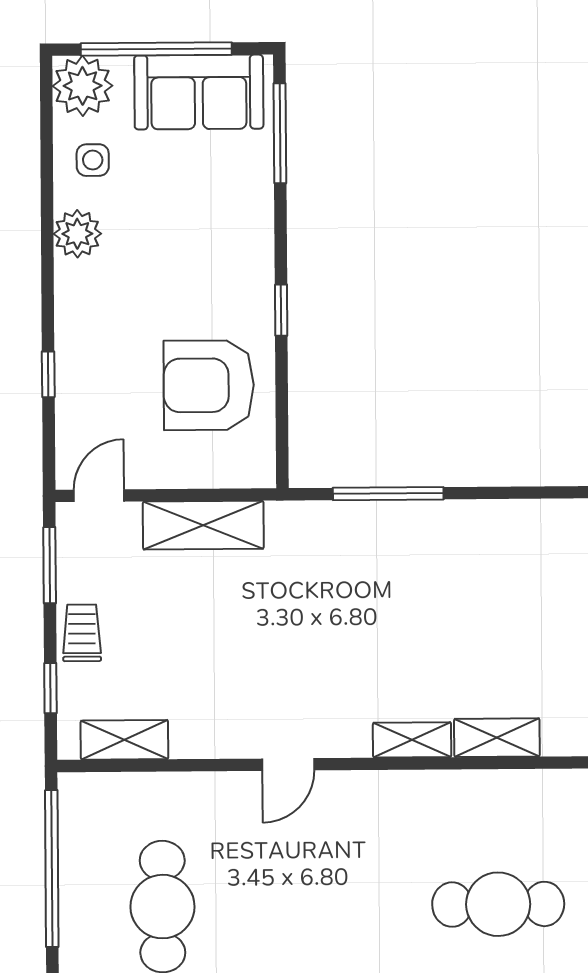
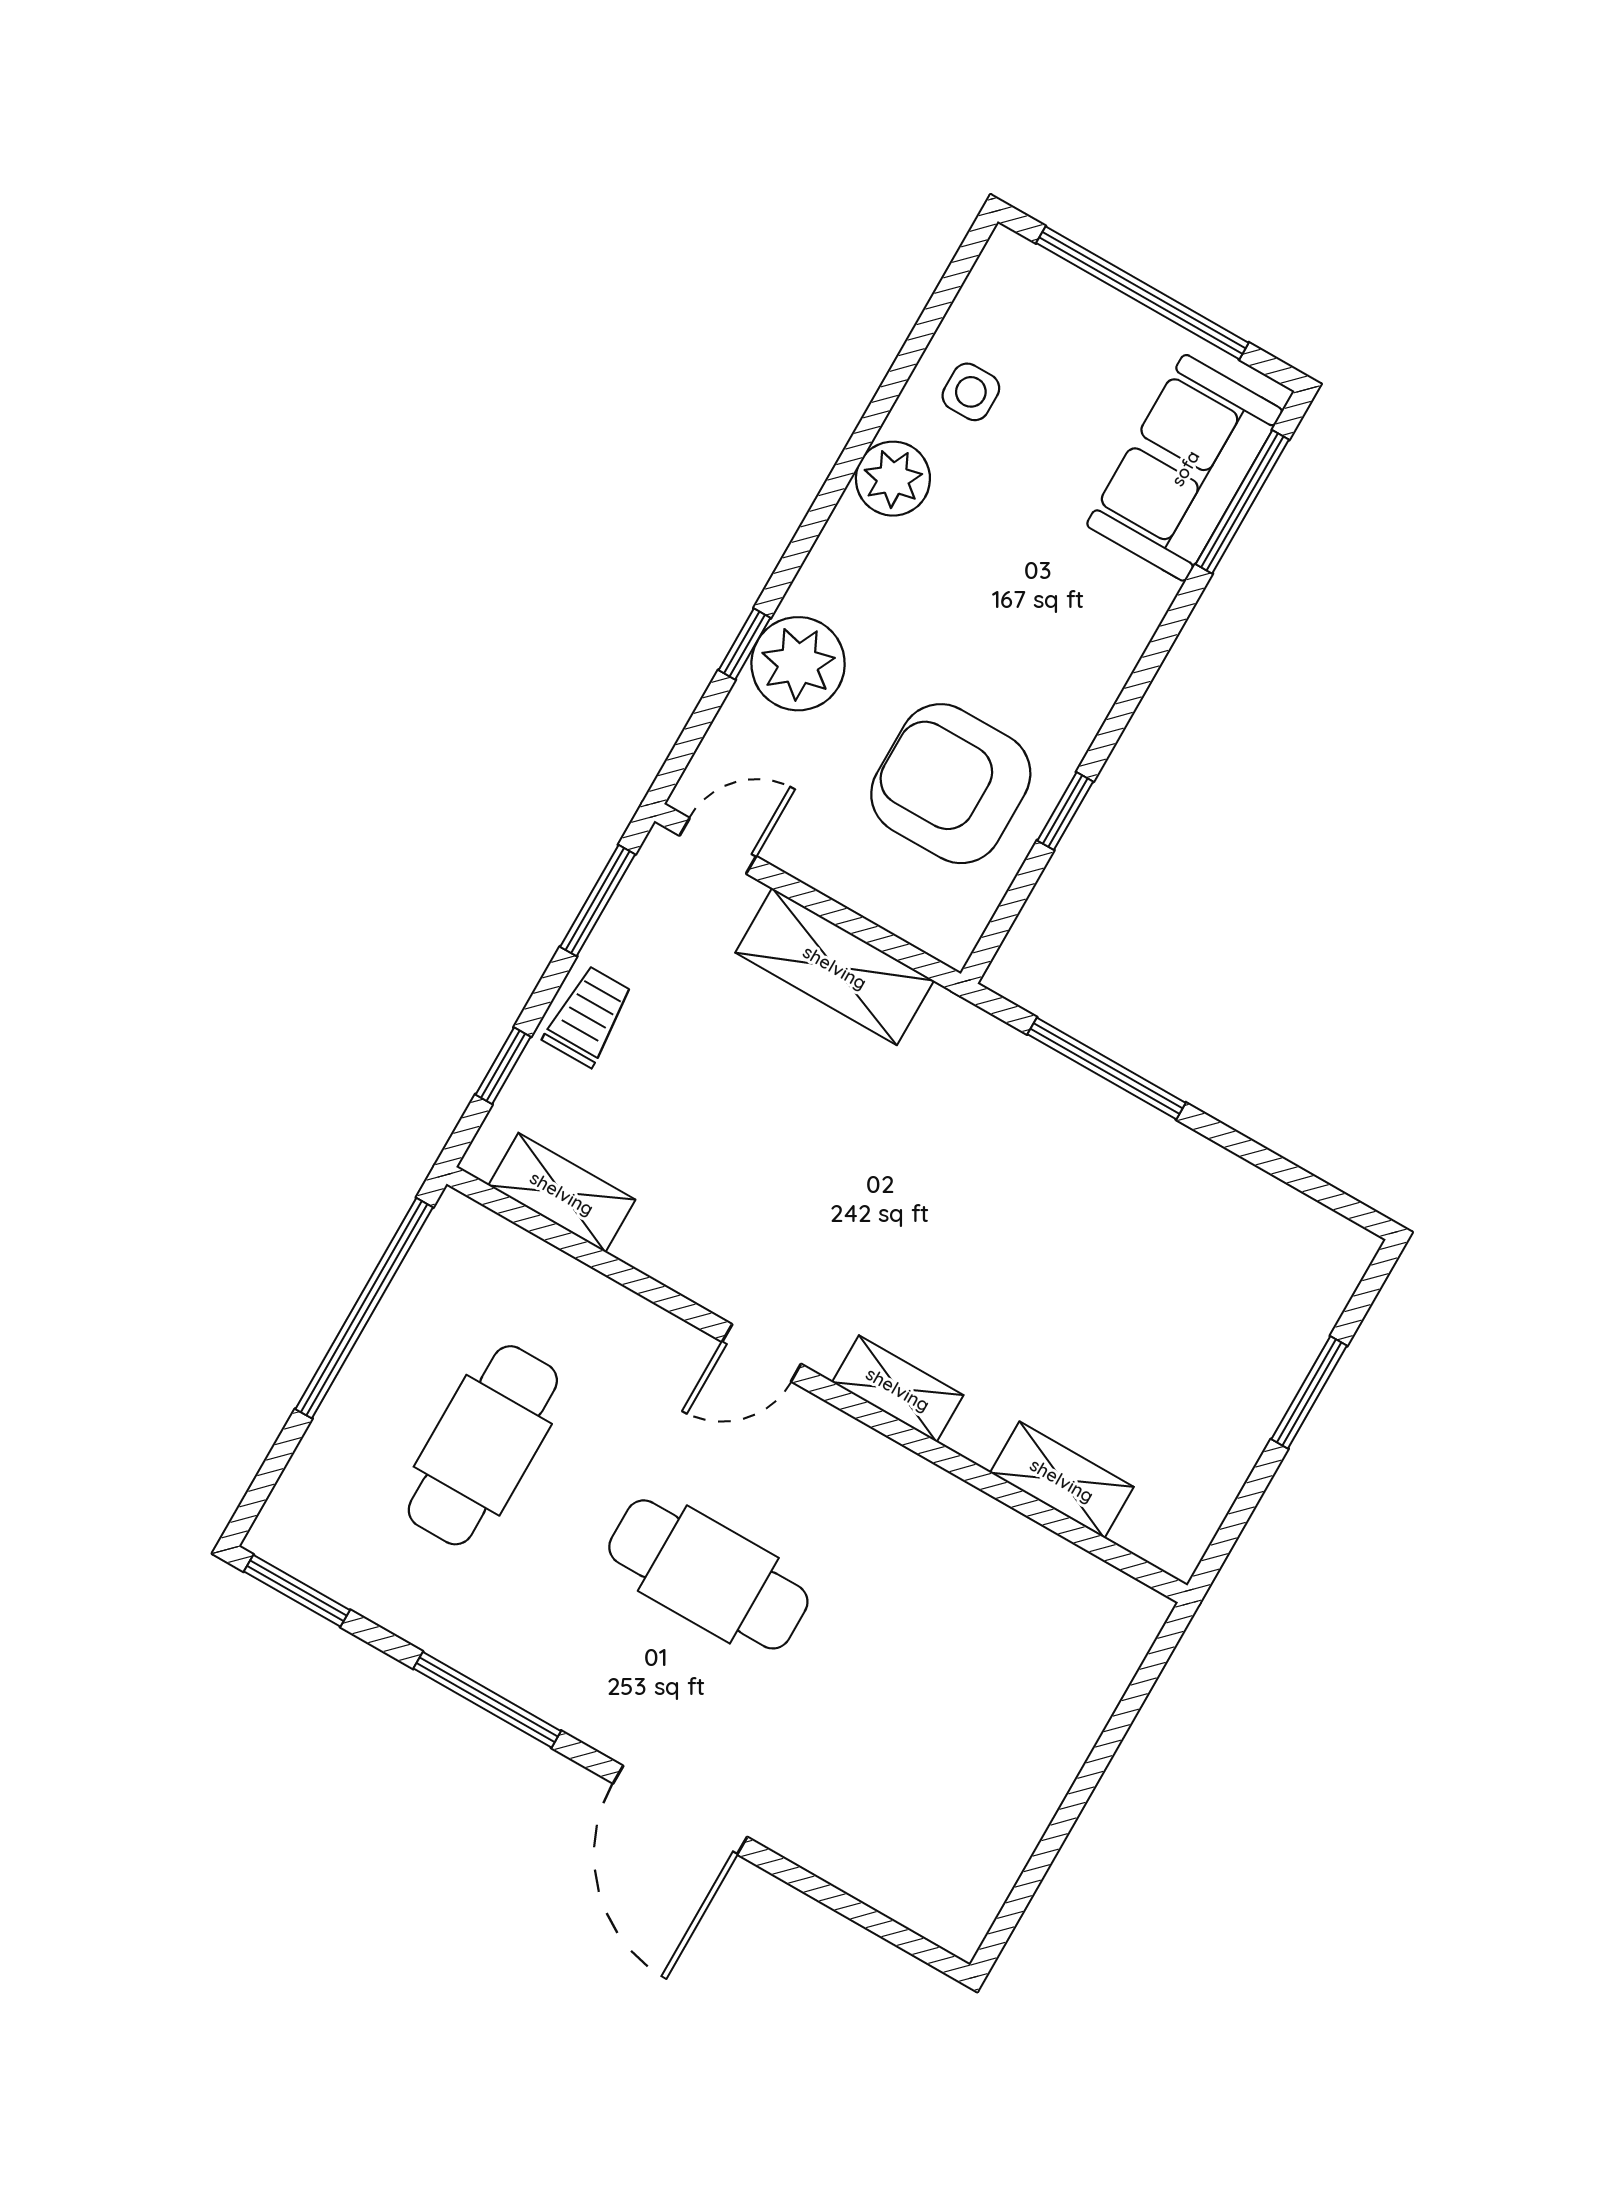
plant: (83, 86) -> (798, 664), moved
sofa: (199, 92) -> (1185, 468), moved, turned 90
window: (281, 310) -> (1065, 811), moved
shelving: (412, 740) -> (898, 1389), moved
cafe table: (498, 904) -> (708, 1574), moved

